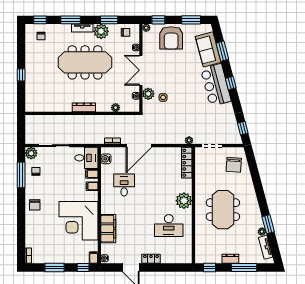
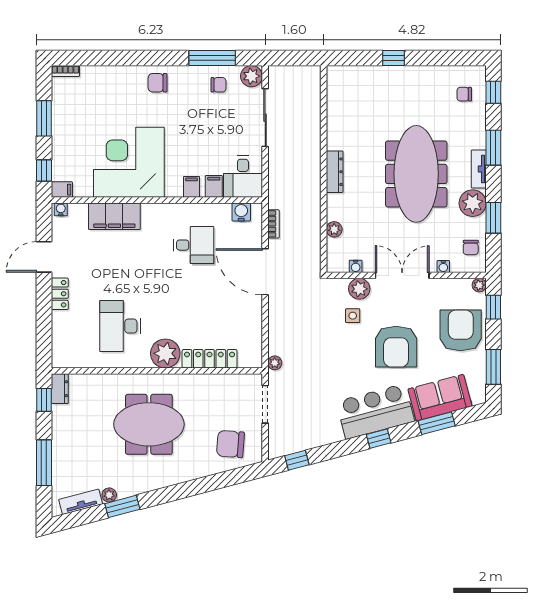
armchair: (171, 38) -> (461, 330), turned 90
armchair: (180, 74) -> (396, 347), added
locker: (187, 163) -> (210, 359), moved
dresser: (230, 259) -> (60, 389), moved

